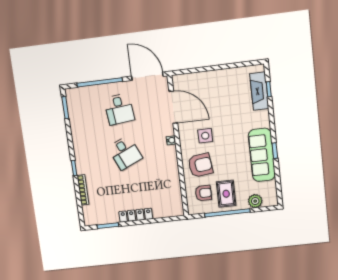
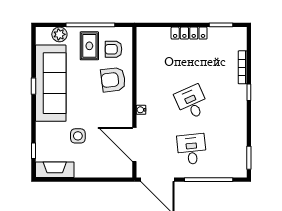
fireplace: (259, 91) -> (55, 170), moved, turned -90
side table: (205, 136) -> (78, 136), moved
sofa: (262, 155) -> (51, 83), width x1.36, depth x1.27

